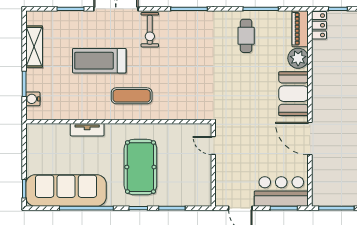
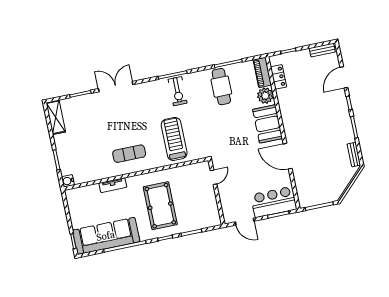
locker: (319, 25) -> (279, 77), moved
exercise bike: (150, 30) -> (178, 91), moved
cafe table: (246, 36) -> (221, 87), width x1.37, depth x1.35
shelving: (34, 47) -> (56, 117), moved
treadmill: (99, 61) -> (174, 139), moved, turned 90
exercise mat: (132, 96) -> (129, 154), moved
water cooler: (33, 99) -> (68, 181), moved
door: (213, 146) -> (213, 177), swing flipped

